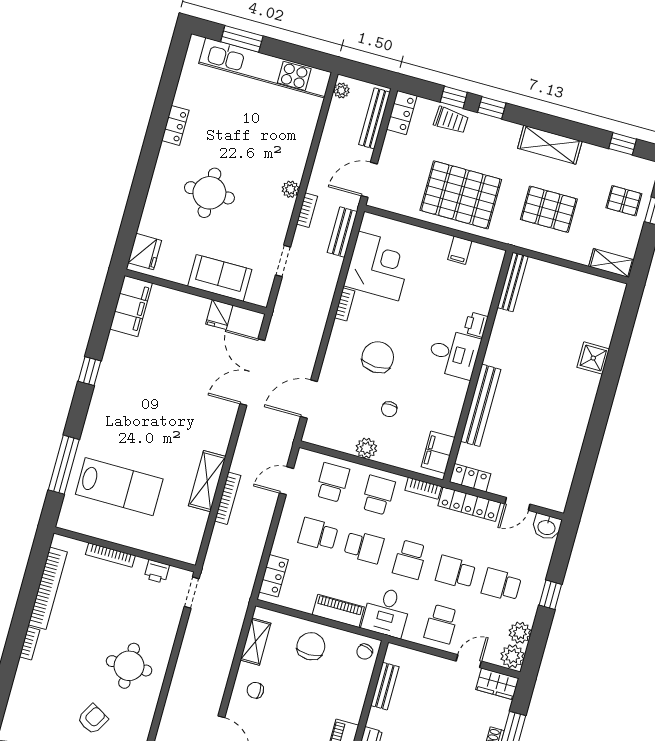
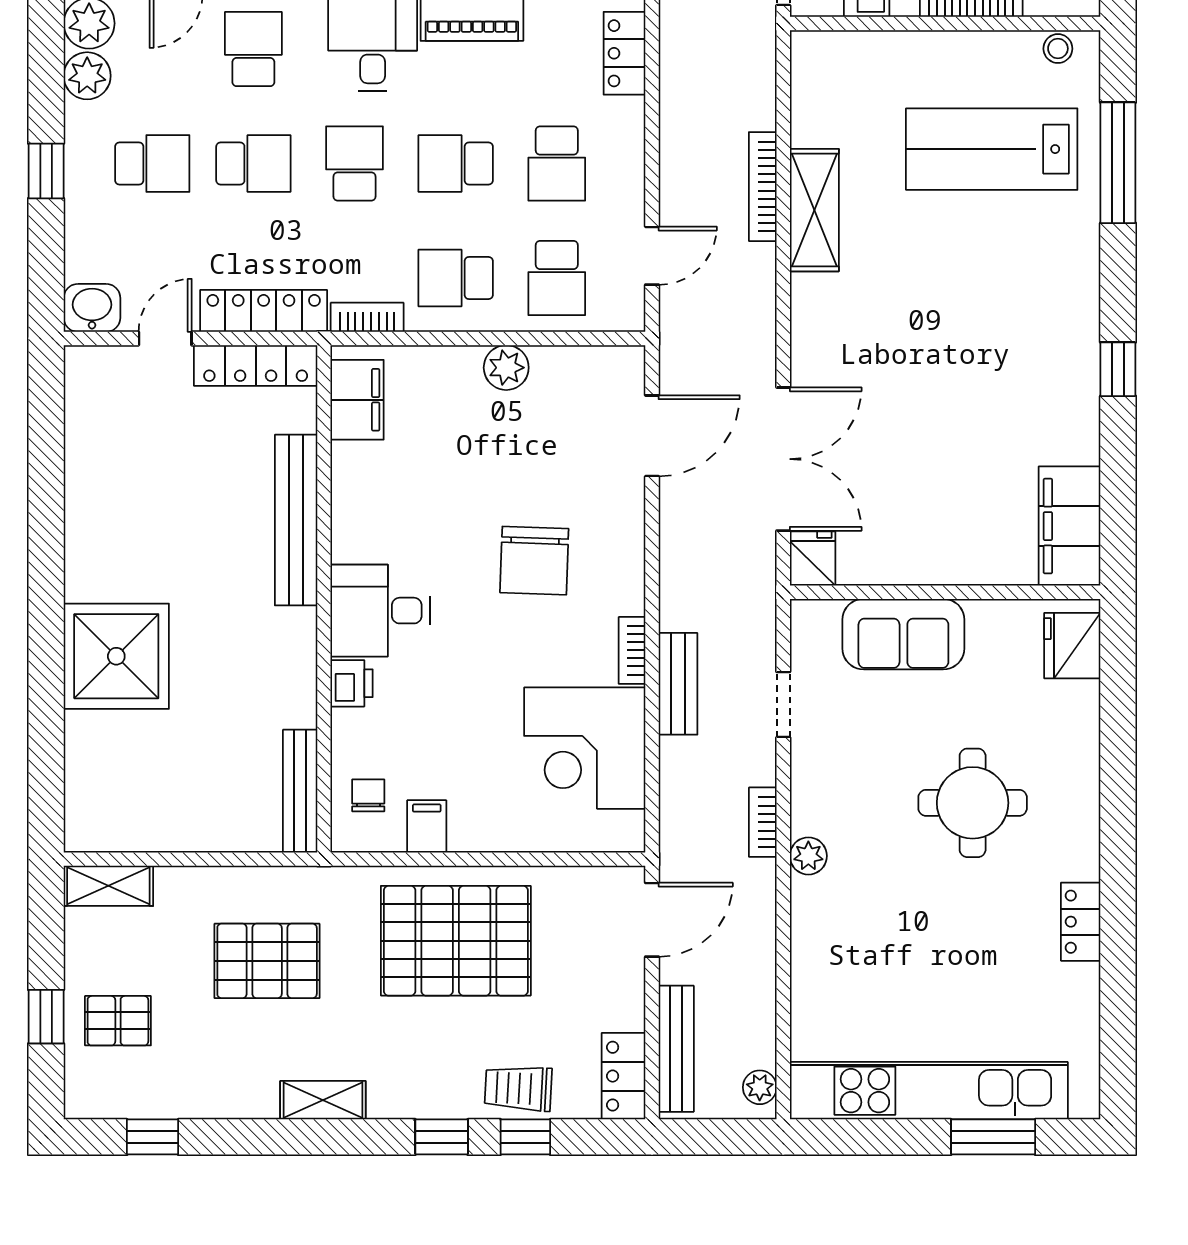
shelving: (550, 145) -> (323, 1100), width x0.67, depth x0.75
bench: (342, 232) -> (678, 684), moved
fridge: (219, 315) -> (813, 559), moved
shower: (593, 358) -> (116, 656), width x1.86, depth x1.86
chair: (389, 409) -> (368, 795), moved
locker: (470, 478) -> (256, 365), width x1.53
school desk: (378, 495) -> (456, 278), turned 90
stool: (77, 524) -> (1058, 49), added
school desk: (318, 534) -> (557, 164), turned 90

